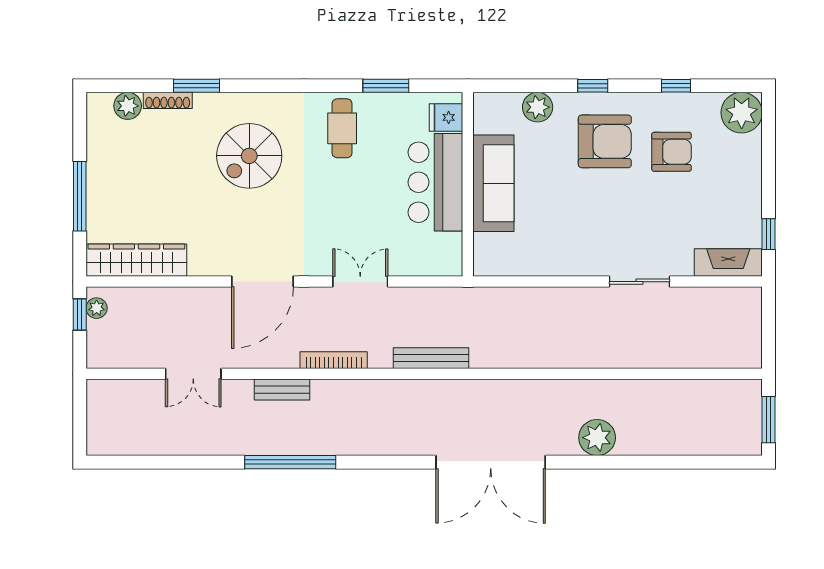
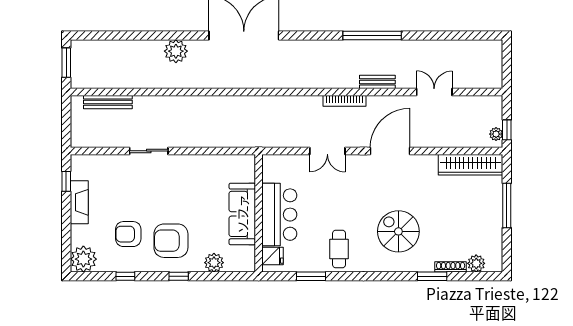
spiral stairs: (249, 156) -> (398, 231), turned -90
fireplace: (728, 263) -> (79, 202), moved, turned -90
bench: (431, 358) -> (108, 102), moved

